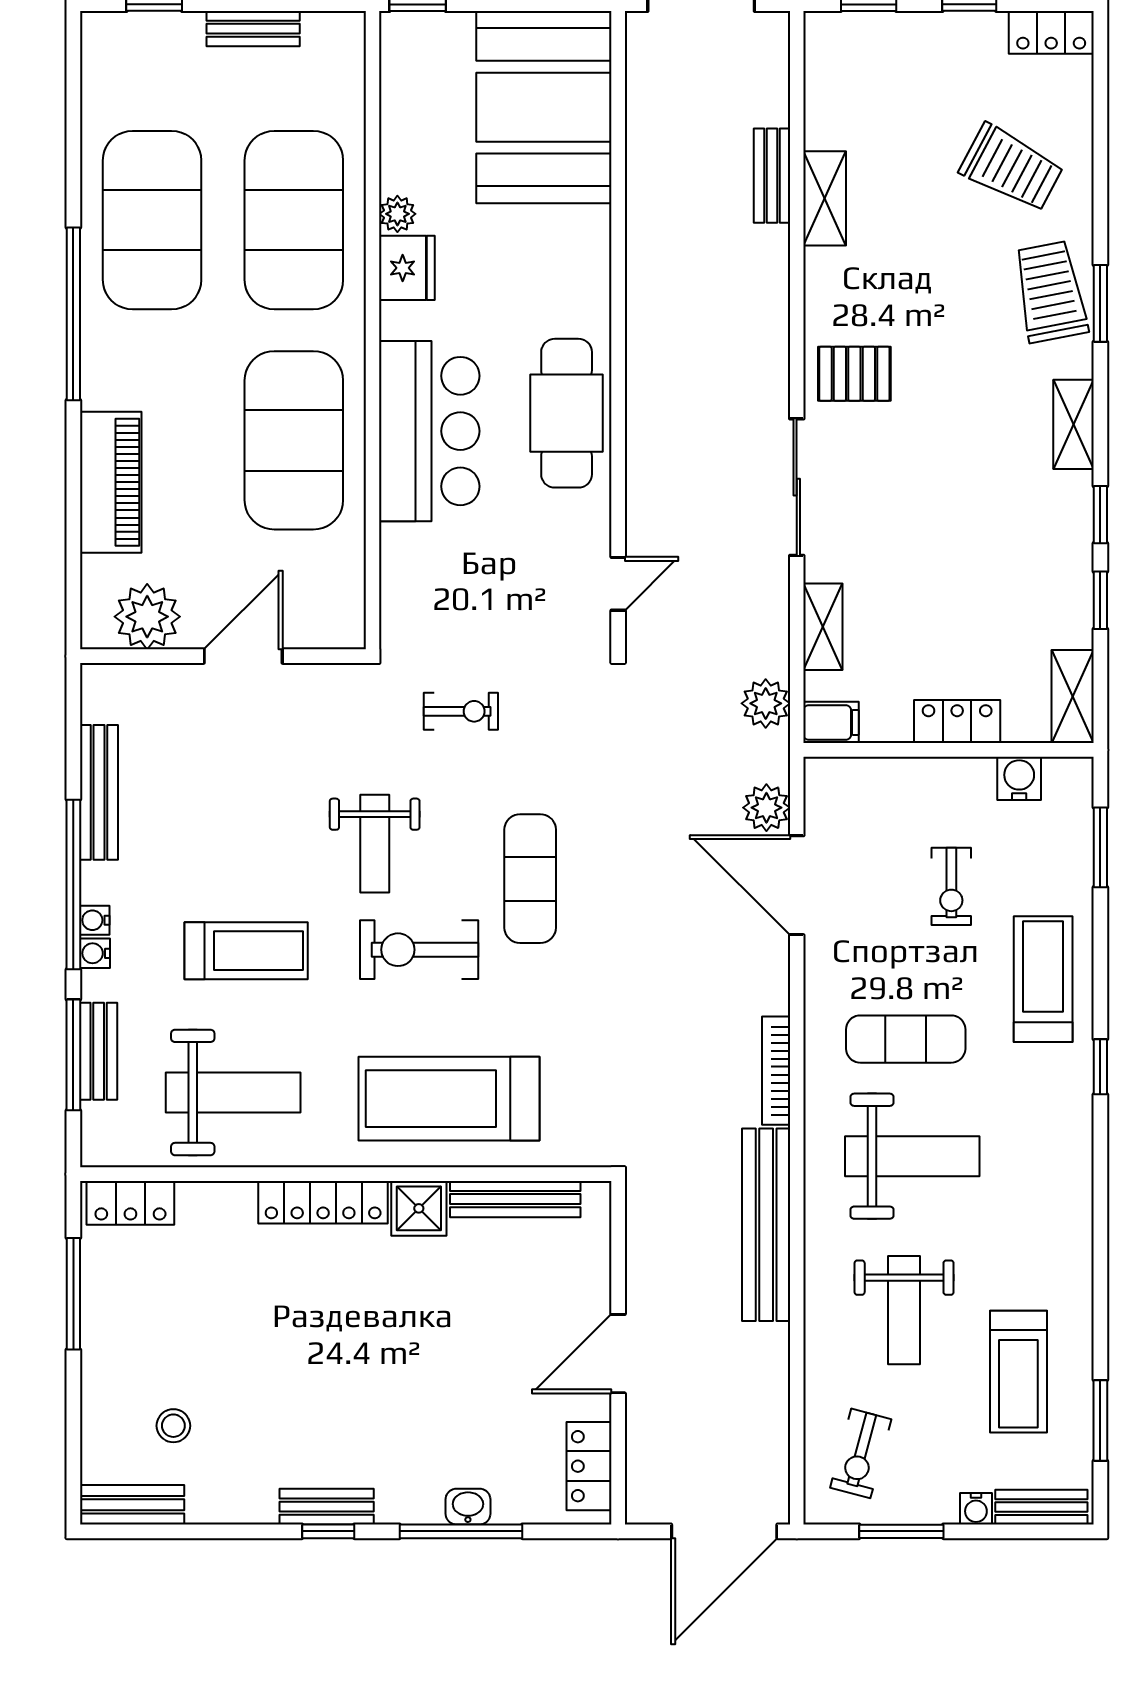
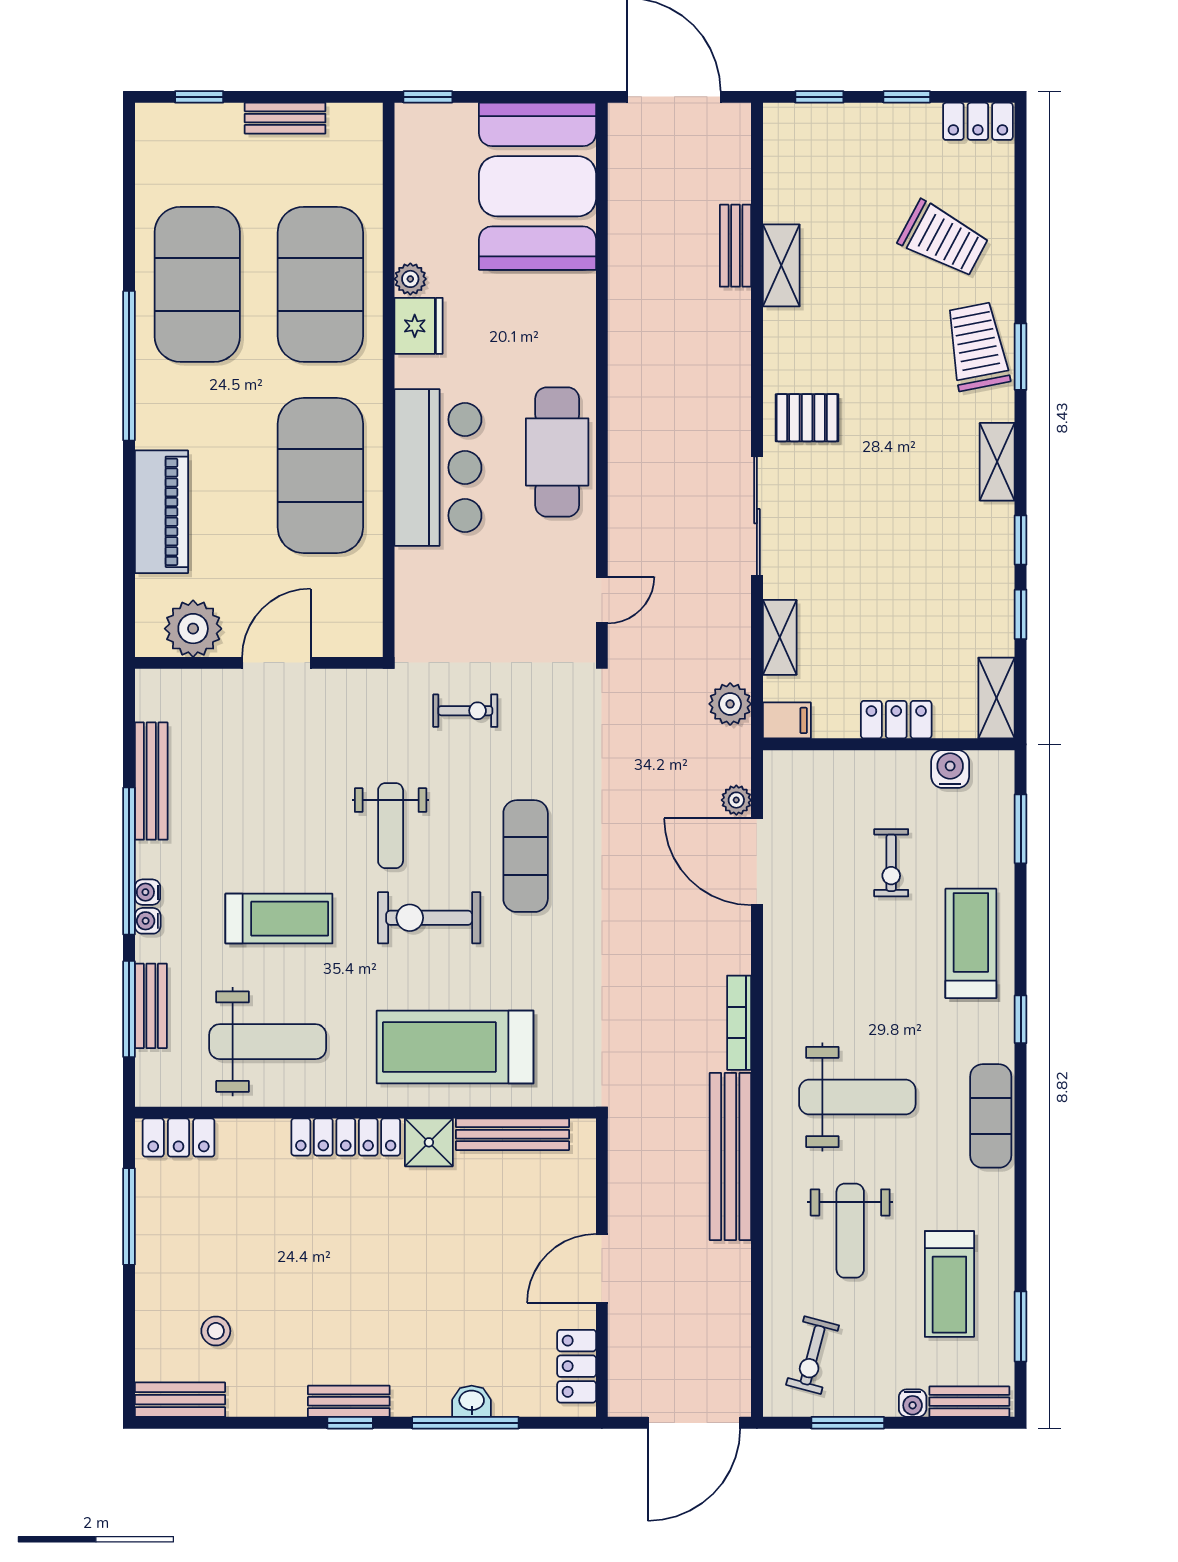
plant: (766, 808) -> (736, 800), width x0.73, depth x0.73
exercise mat: (906, 1039) -> (991, 1116), moved, turned 90

